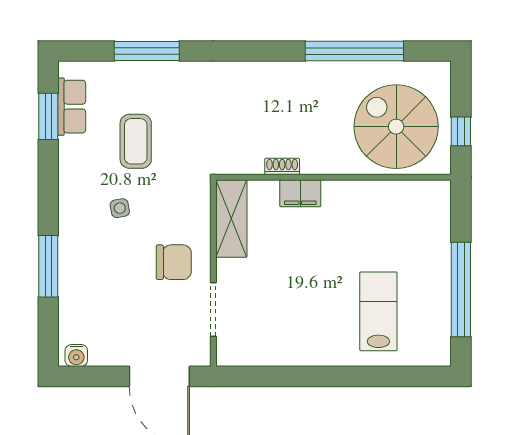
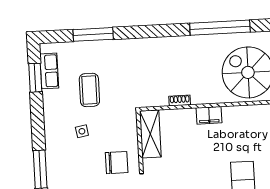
filing cabinet: (300, 193) -> (209, 115), moved

